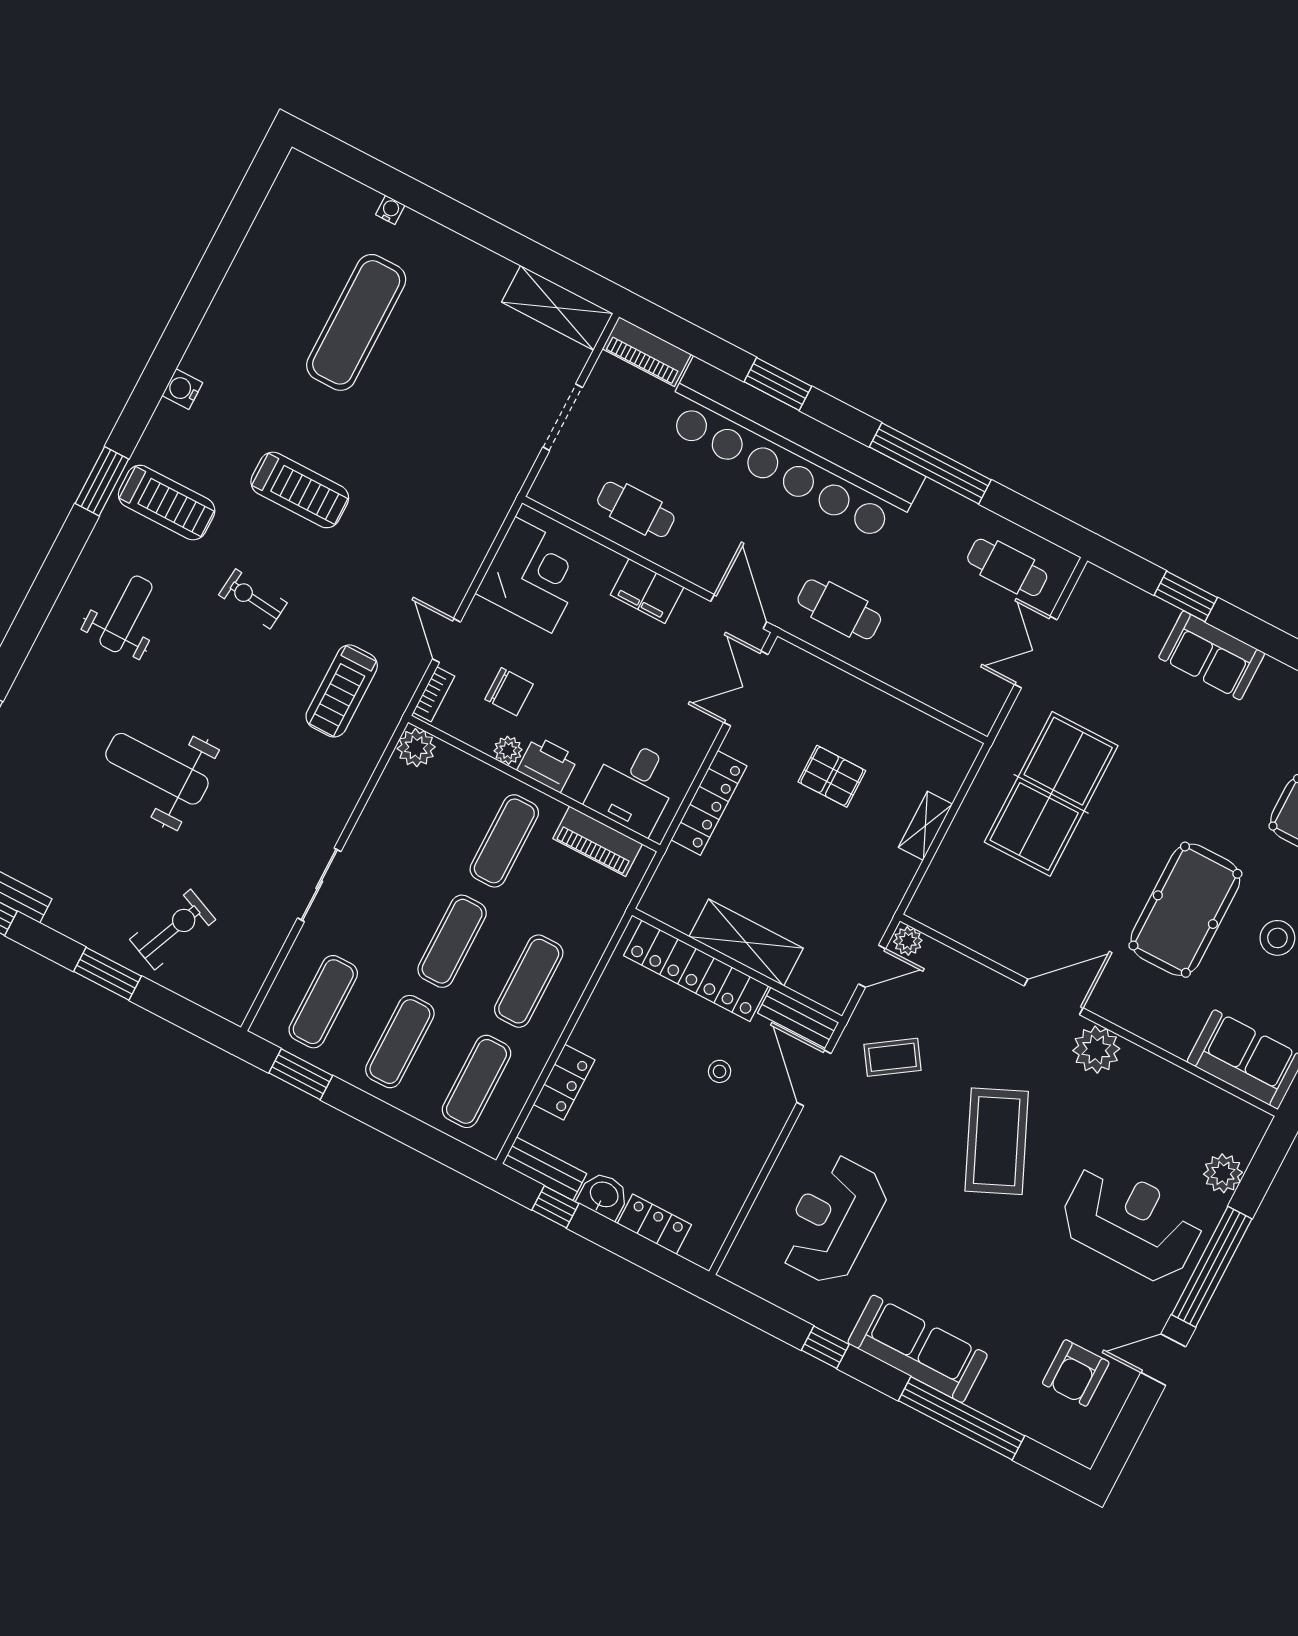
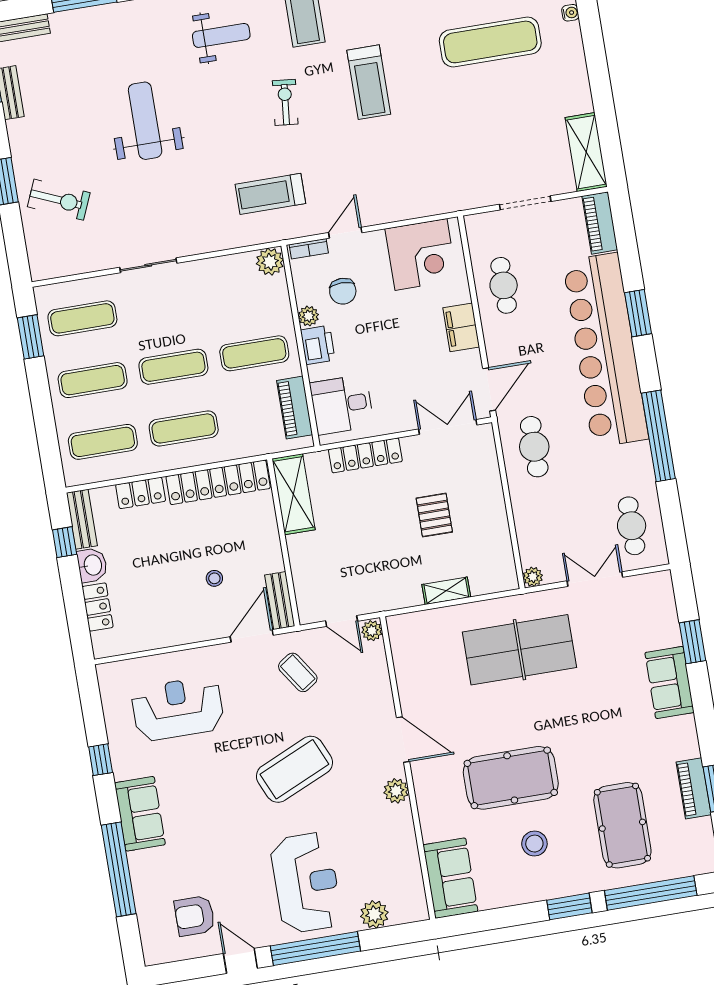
plant: (982, 719) -> (533, 577), added
shelving: (746, 942) -> (294, 494), moved
locker: (696, 971) -> (218, 482), moved, turned -90
plant: (1096, 1050) -> (396, 791), width x0.73, depth x0.73
sofa: (918, 1349) -> (140, 814), width x0.73

